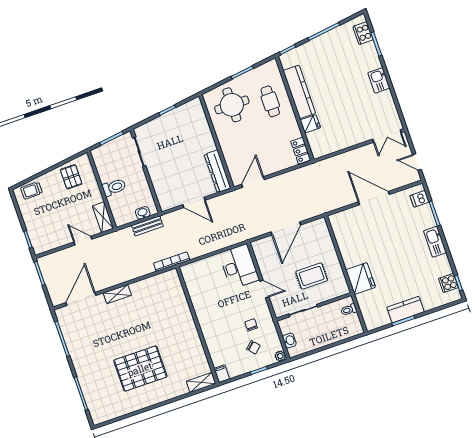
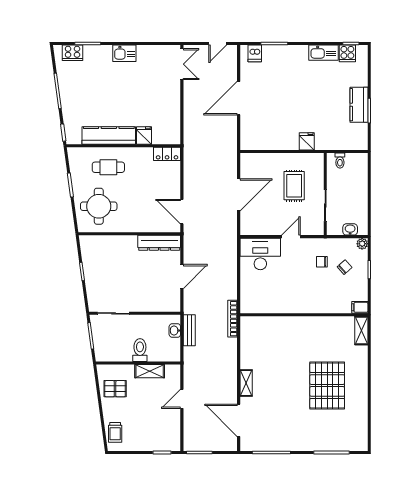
shelving: (103, 217) -> (150, 371), moved
door: (286, 228) -> (239, 195), hinge flipped
kitchen sink: (435, 242) -> (324, 53), moved
fridge: (361, 278) -> (307, 141), width x0.53, depth x0.75

